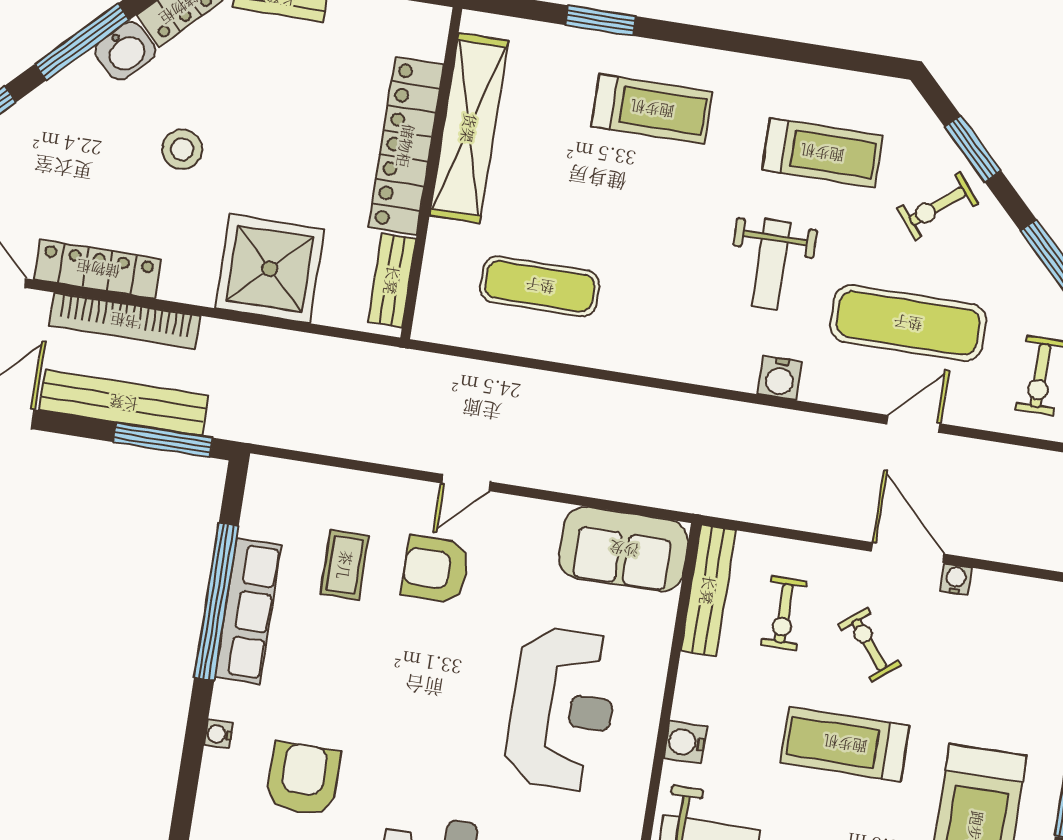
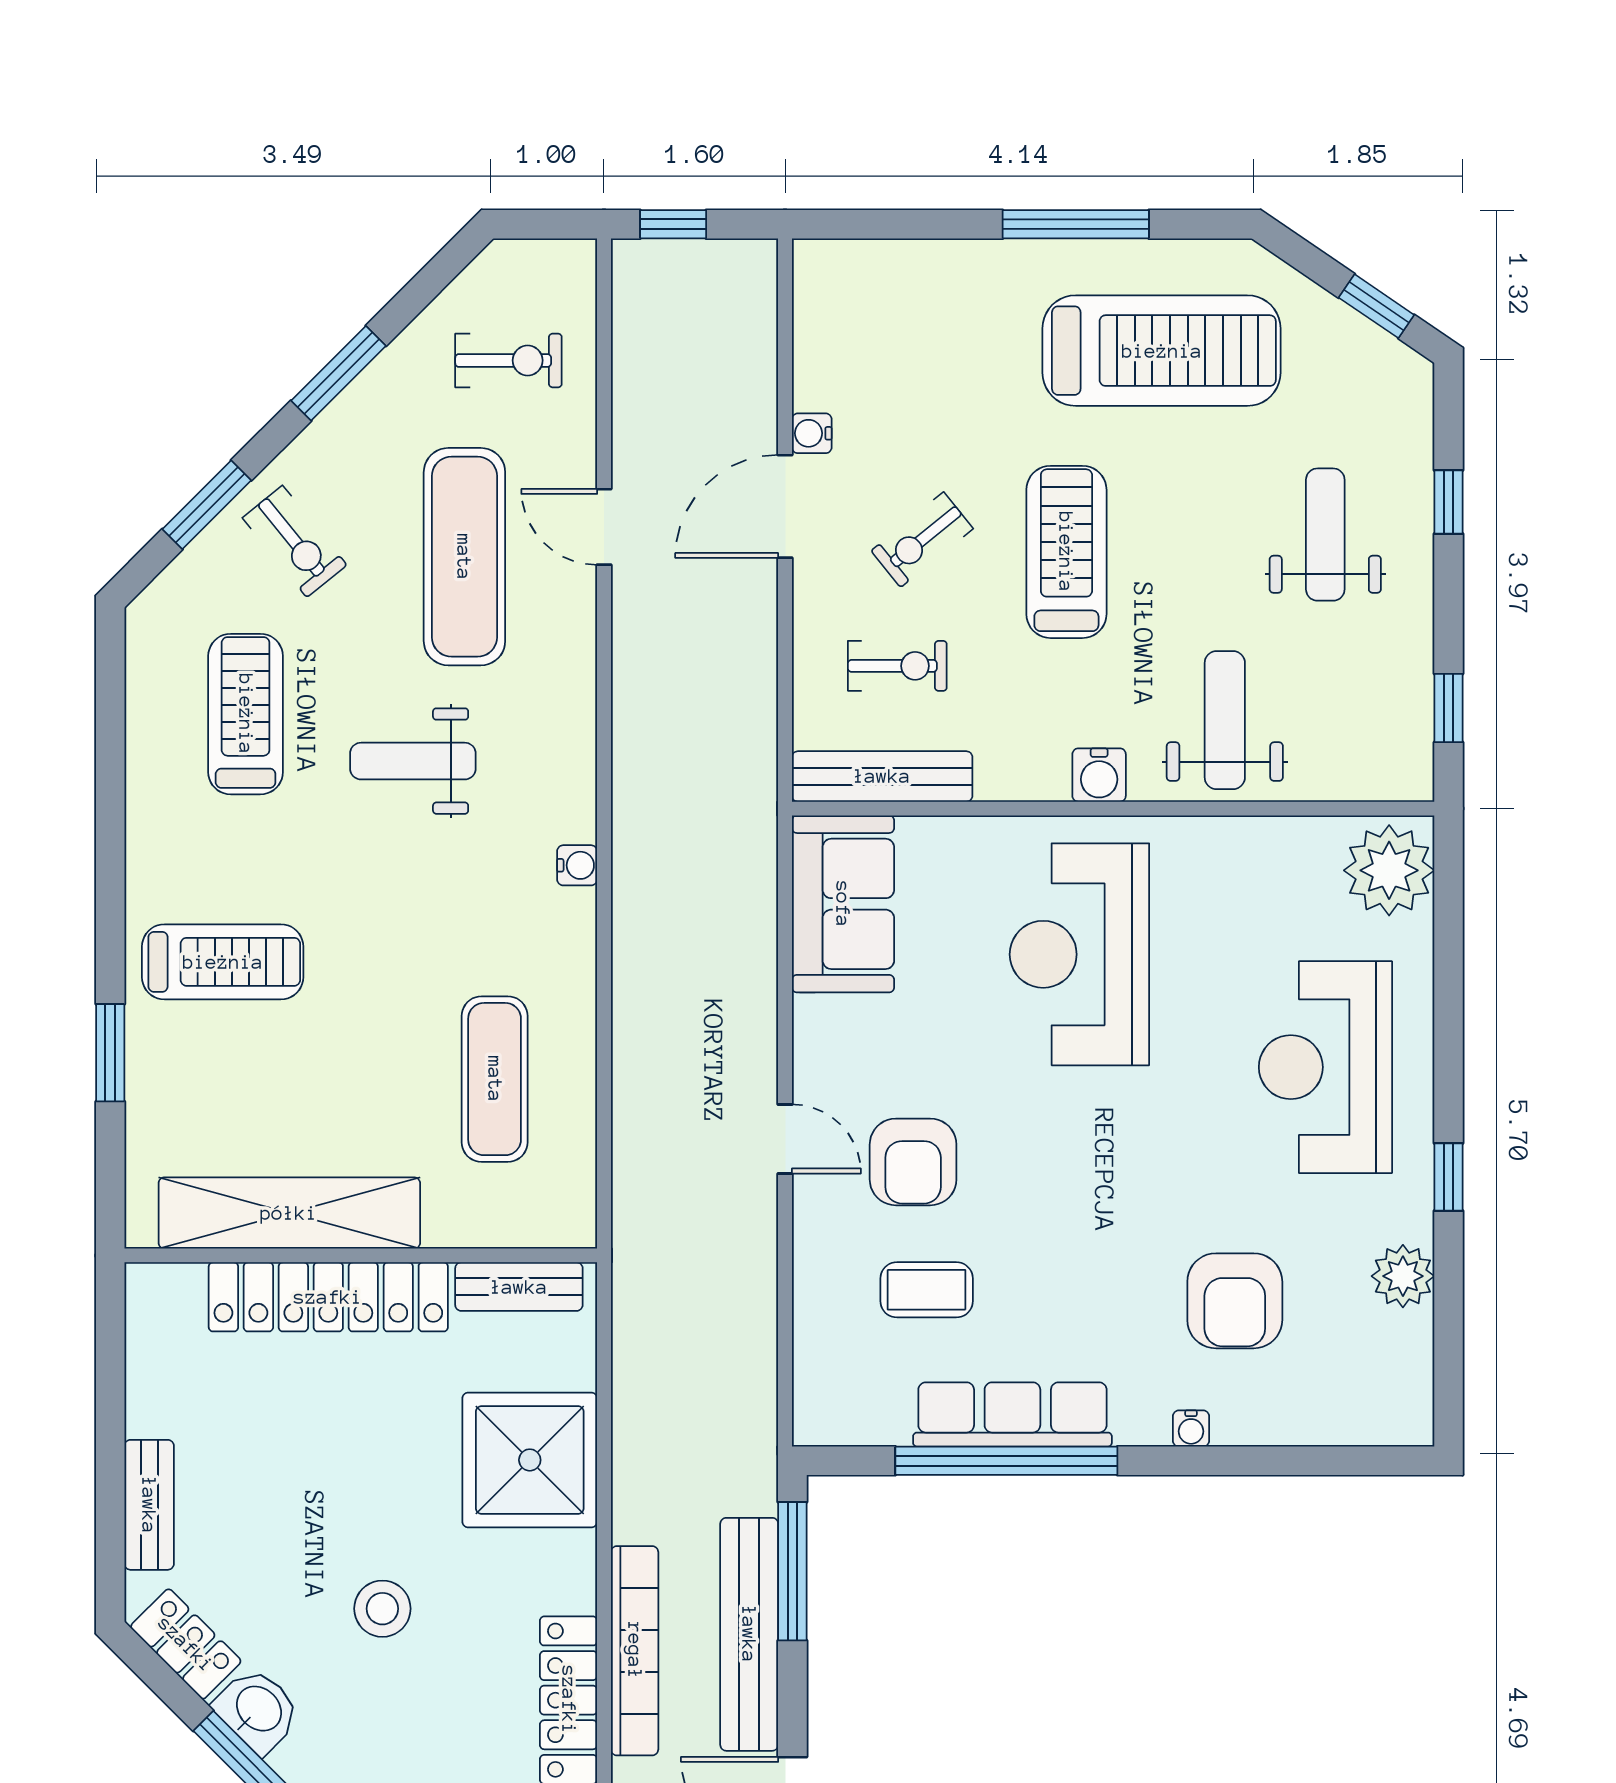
treadmill: (652, 109) -> (223, 962), turned 90
weight bench: (771, 264) -> (413, 761), turned 180
water cooler: (780, 378) -> (577, 865), moved, width x0.72, depth x0.72
reception desk: (562, 709) -> (1079, 954), turned -90
treadmill: (845, 744) -> (1066, 552), turned 180
armchair: (303, 779) -> (1235, 1301), turned -90

